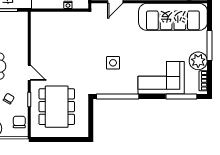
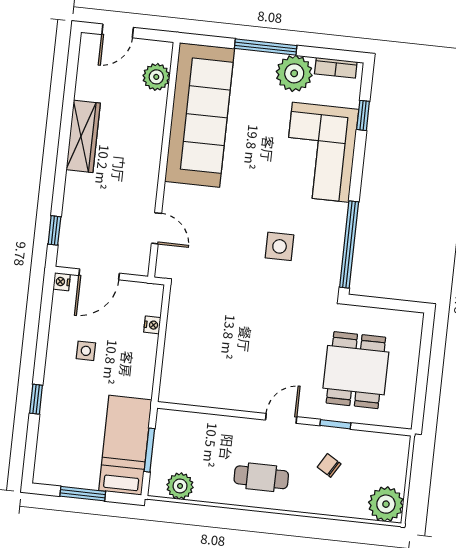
window: (181, 97) -> (363, 115), width x0.46
dining table: (57, 107) -> (356, 370), width x0.73
chair: (19, 122) -> (379, 449), removed

